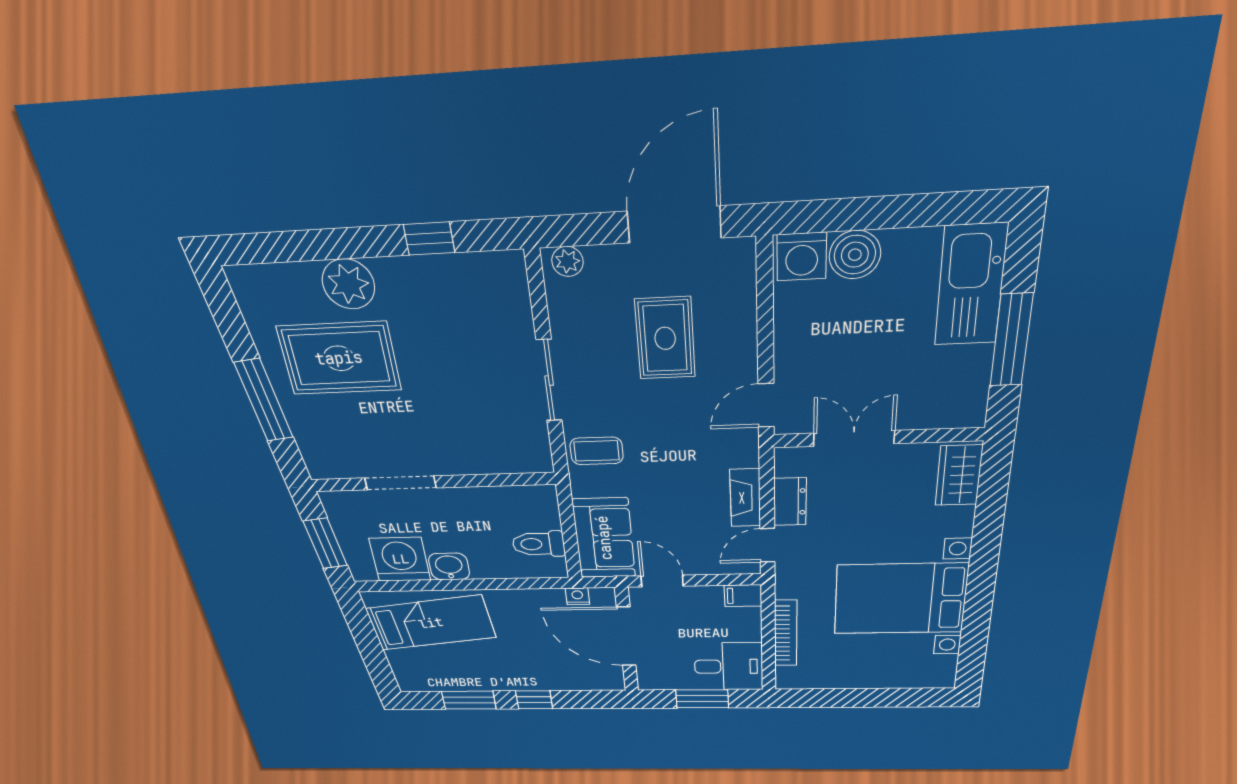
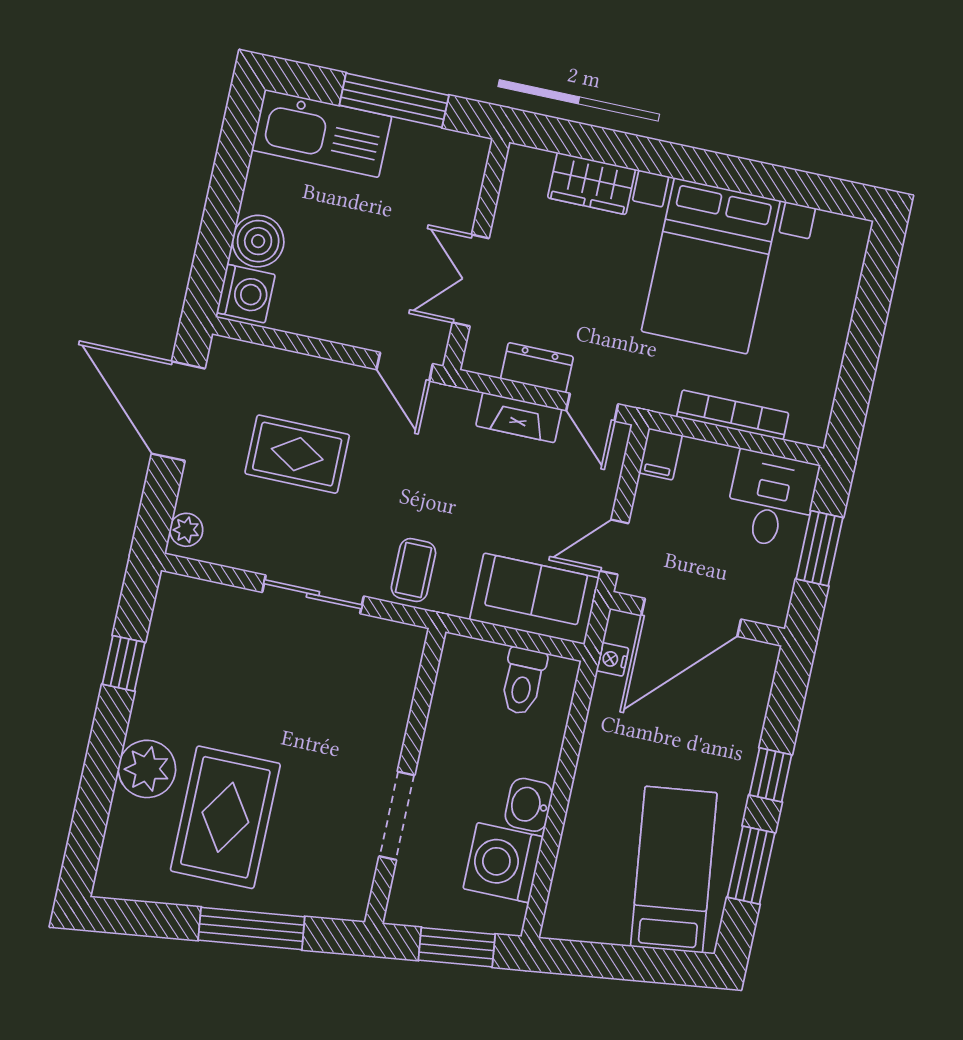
wardrobe: (959, 475) -> (592, 183), moved
bed: (431, 623) -> (674, 870), moved

